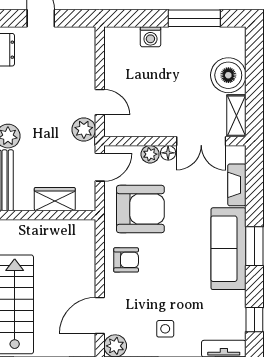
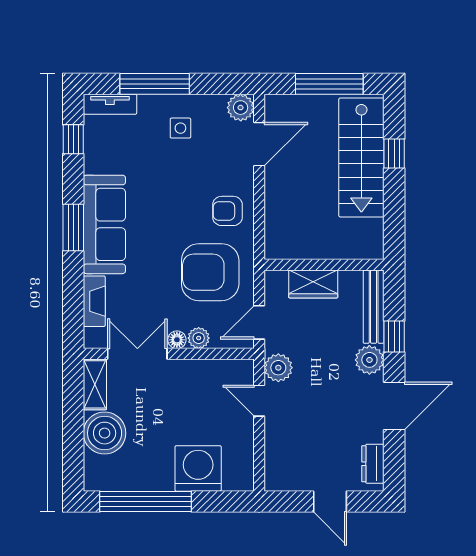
window: (194, 18) -> (146, 502), width x1.46
washing machine: (150, 37) -> (198, 468), width x1.89, depth x1.89

